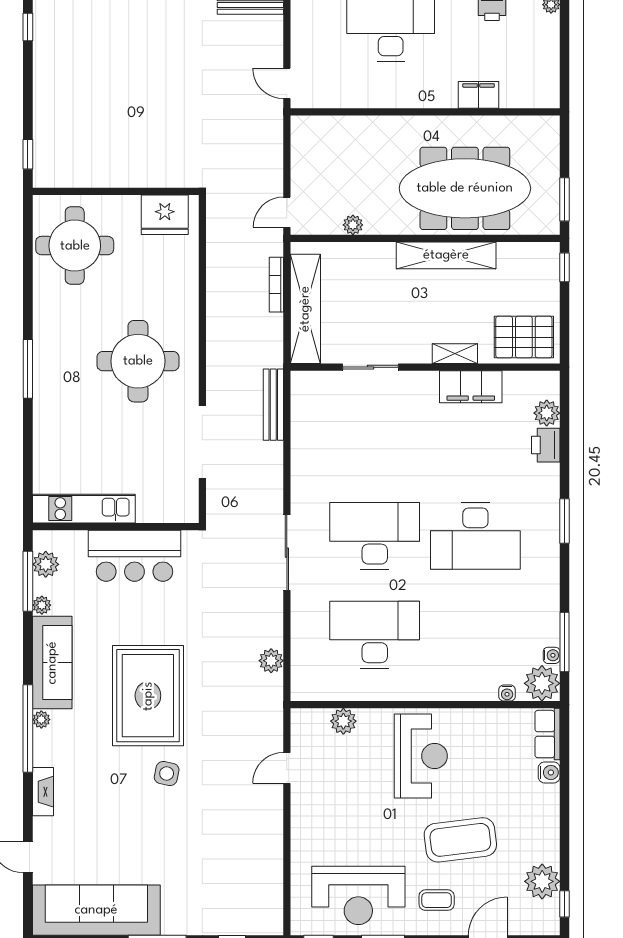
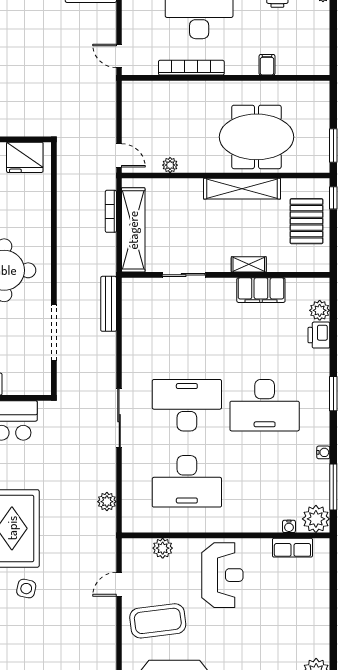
filing cabinet: (479, 95) -> (267, 65), width x0.50
bookcase: (380, 99) -> (191, 68), added
meeting table: (465, 188) -> (256, 137), width x0.73
door: (287, 212) -> (119, 155), swing flipped
pallet: (524, 337) -> (306, 221), moved, turned 90
desk: (375, 635) -> (187, 481), turned 180
water cooler: (552, 655) -> (323, 452), moved
row of seats: (547, 734) -> (292, 548), moved, turned -90
water cooler: (549, 772) -> (321, 588), removed
coffee table: (460, 840) -> (158, 621), moved

